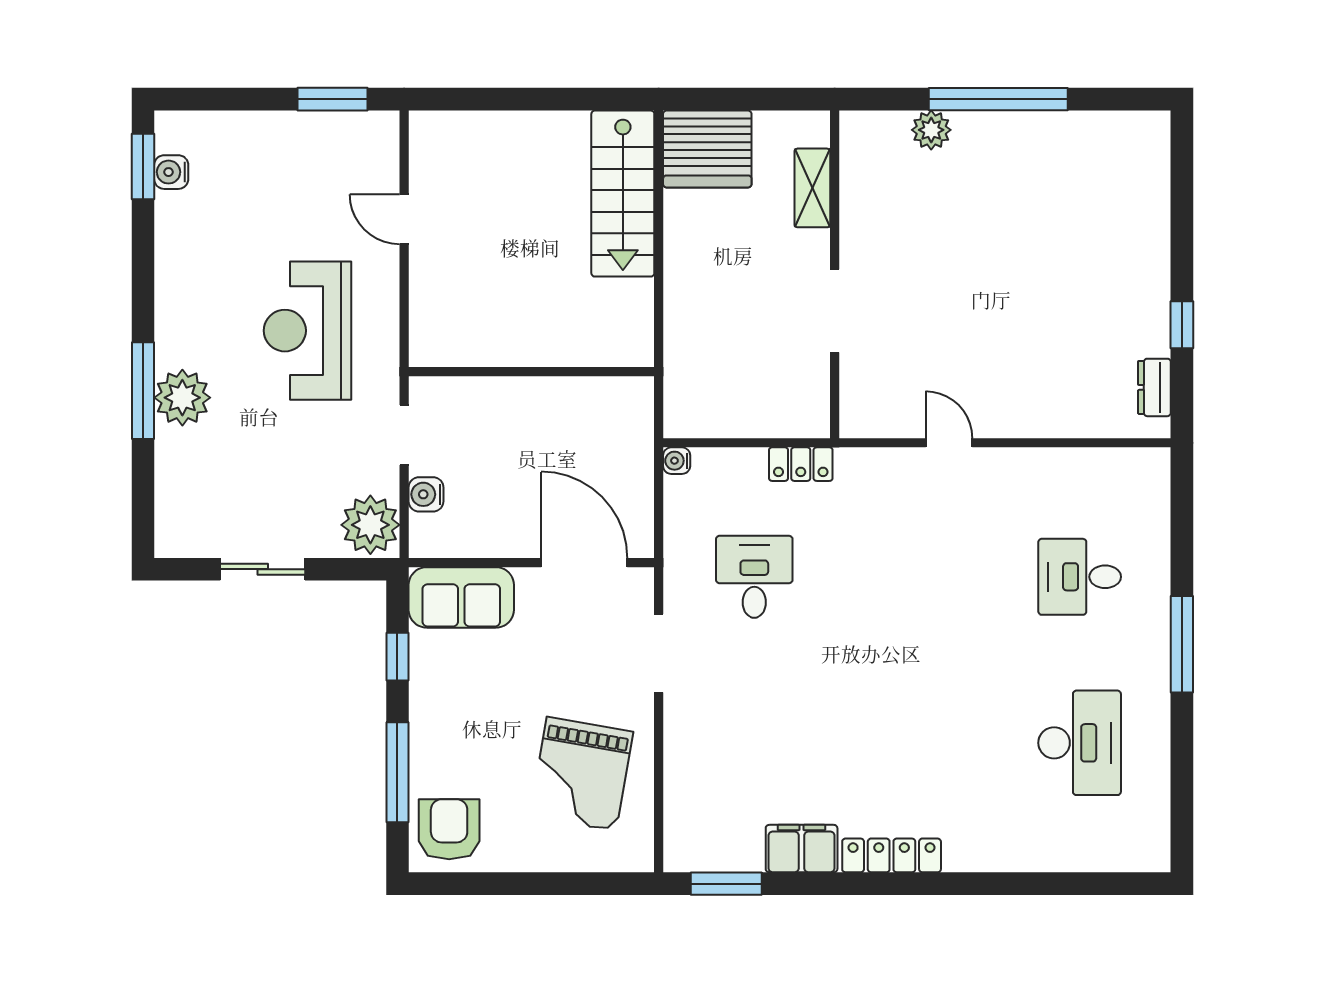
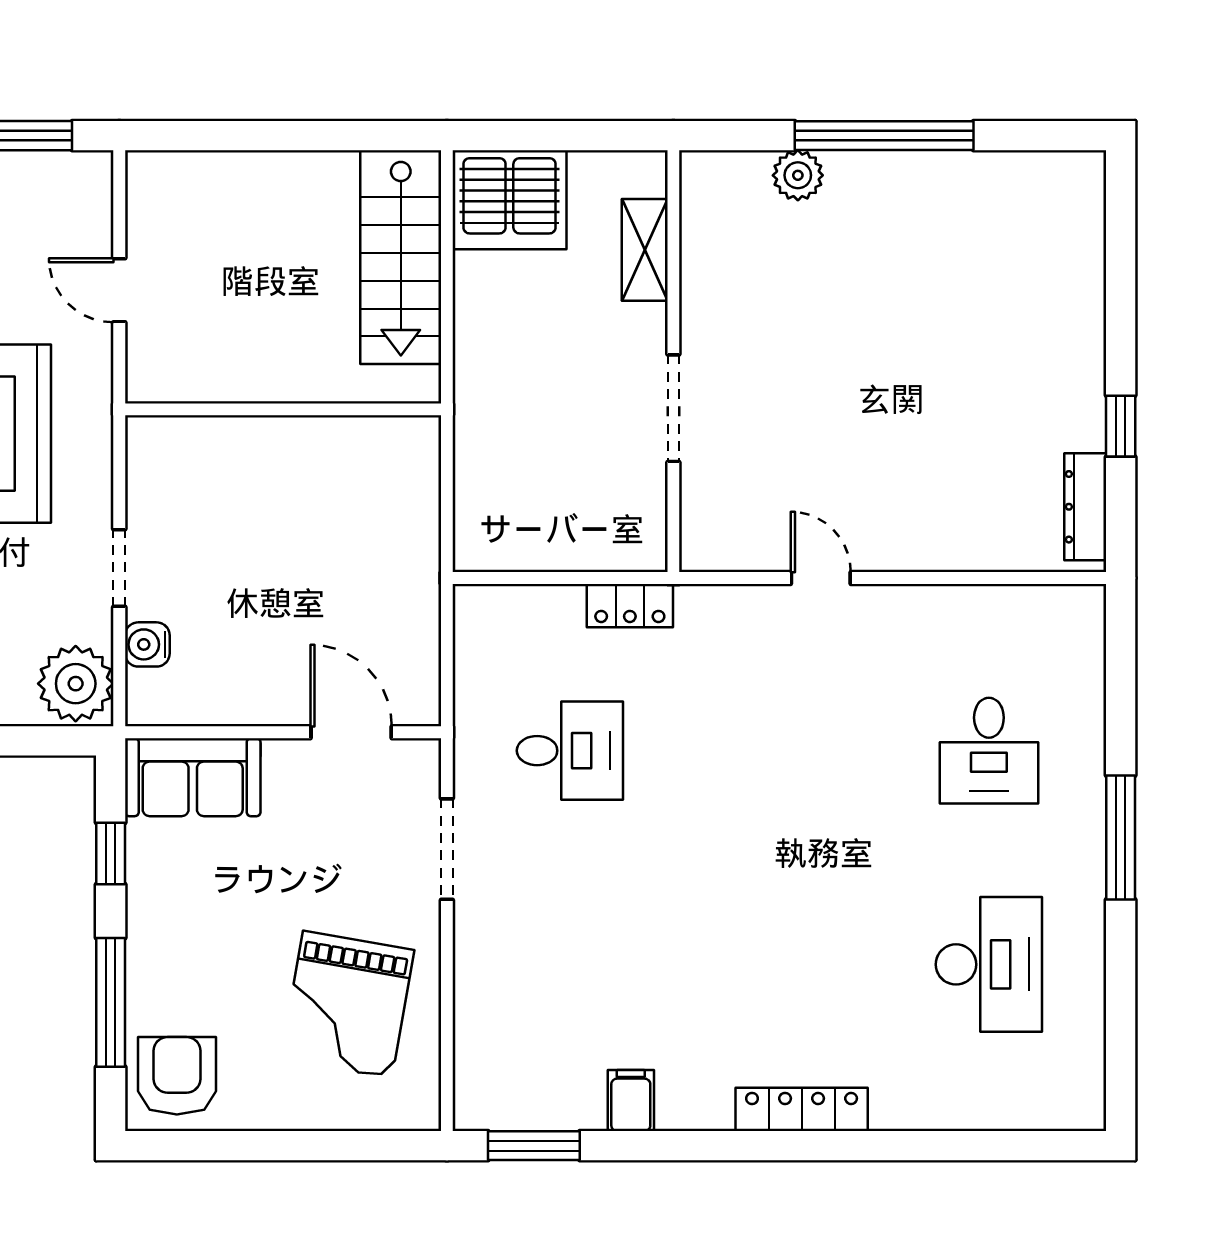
wall: (531, 372) -> (283, 409), moved
dresser: (1154, 387) -> (1085, 507), width x1.44
water cooler: (677, 461) -> (470, 601), removed
door: (584, 563) -> (351, 732), width x0.73
desk: (754, 577) -> (570, 751), turned 90
desk: (1080, 577) -> (989, 751), turned -90
filing cabinet: (802, 849) -> (631, 1101), width x0.50
locker: (892, 855) -> (802, 1109), moved

